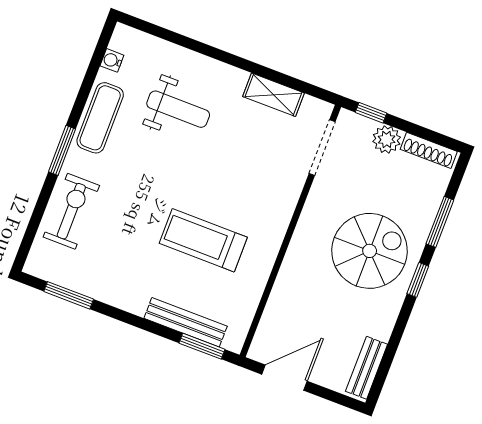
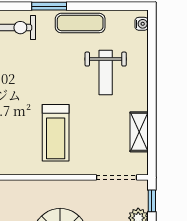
water cooler: (112, 60) -> (142, 24), moved, turned 90
treadmill: (203, 240) -> (56, 133), moved, turned 180

